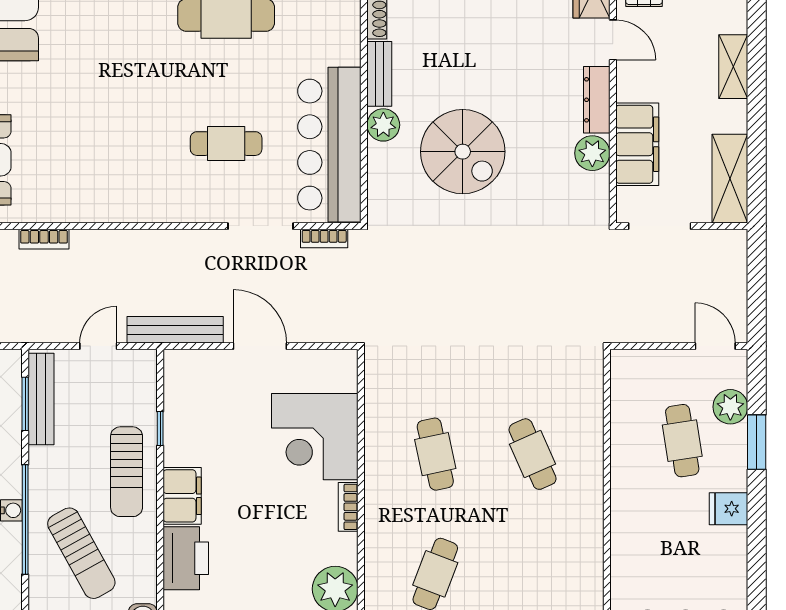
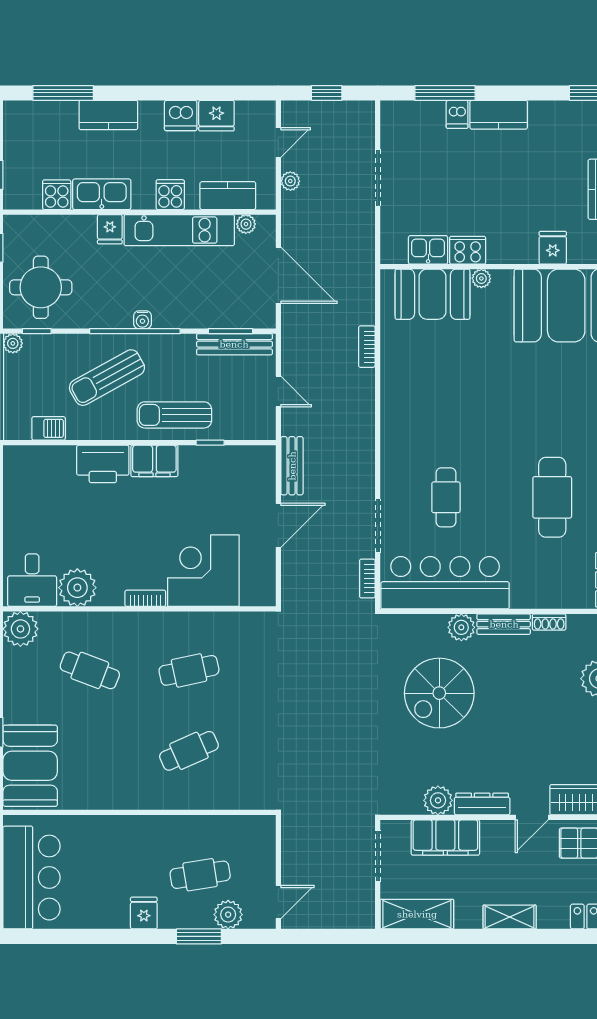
bench: (175, 330) -> (292, 466), width x0.73

